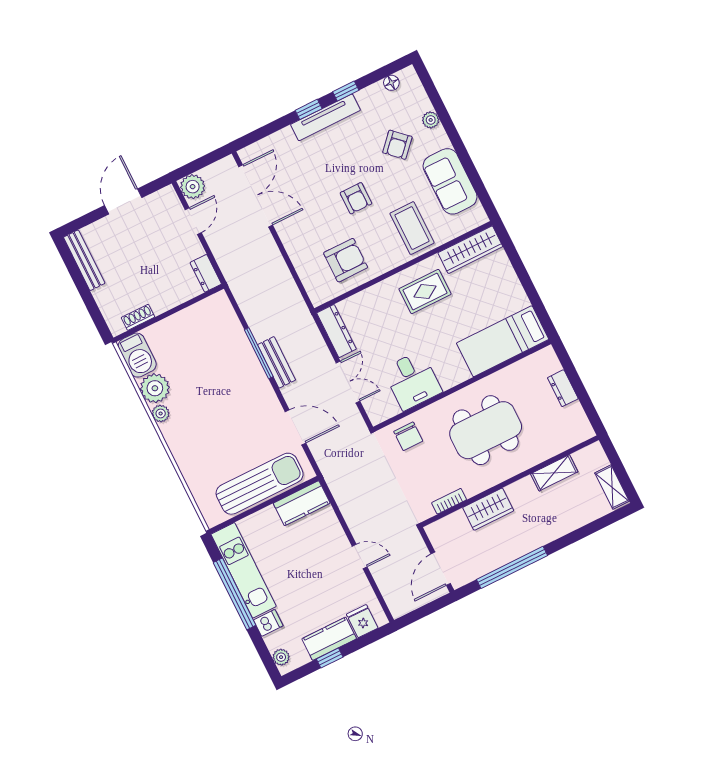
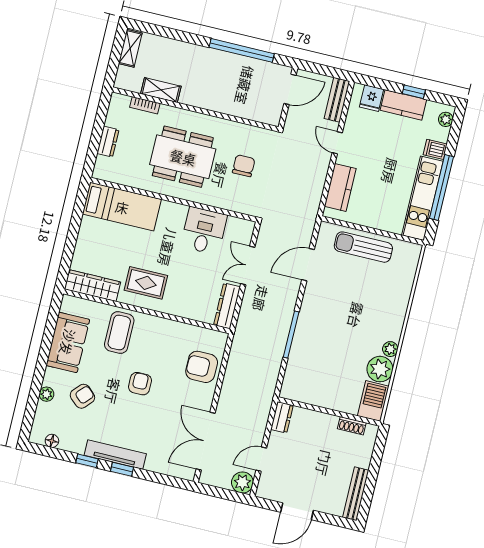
armchair: (346, 260) -> (202, 367), moved
bench: (277, 362) -> (337, 100), moved
door: (295, 427) -> (308, 265), hinge flipped
chair: (408, 436) -> (244, 166), moved
sun lounger: (260, 484) -> (363, 247), width x0.73, depth x0.75
bookcase: (449, 501) -> (145, 105), moved
kitchen counter: (302, 503) -> (340, 187), moved, turned 90
wardrobe: (488, 509) -> (225, 103), removed

